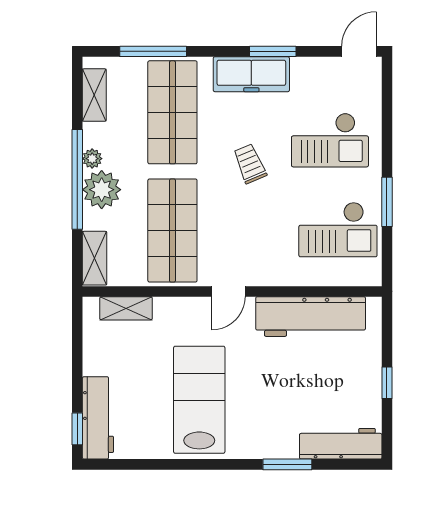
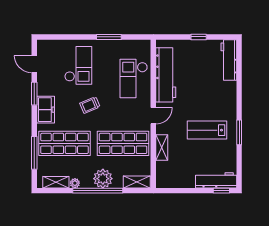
door: (359, 51) -> (34, 64), moved
freezer: (251, 74) -> (46, 110), width x0.71
plant: (92, 159) -> (75, 183), moved
checkout: (338, 230) -> (134, 78), moved, turned 180
door: (228, 291) -> (153, 116), hinge flipped
shelving: (126, 308) -> (162, 148), moved
lab bench: (199, 400) -> (207, 130), width x0.73, depth x0.72
window: (287, 464) -> (239, 132), moved

